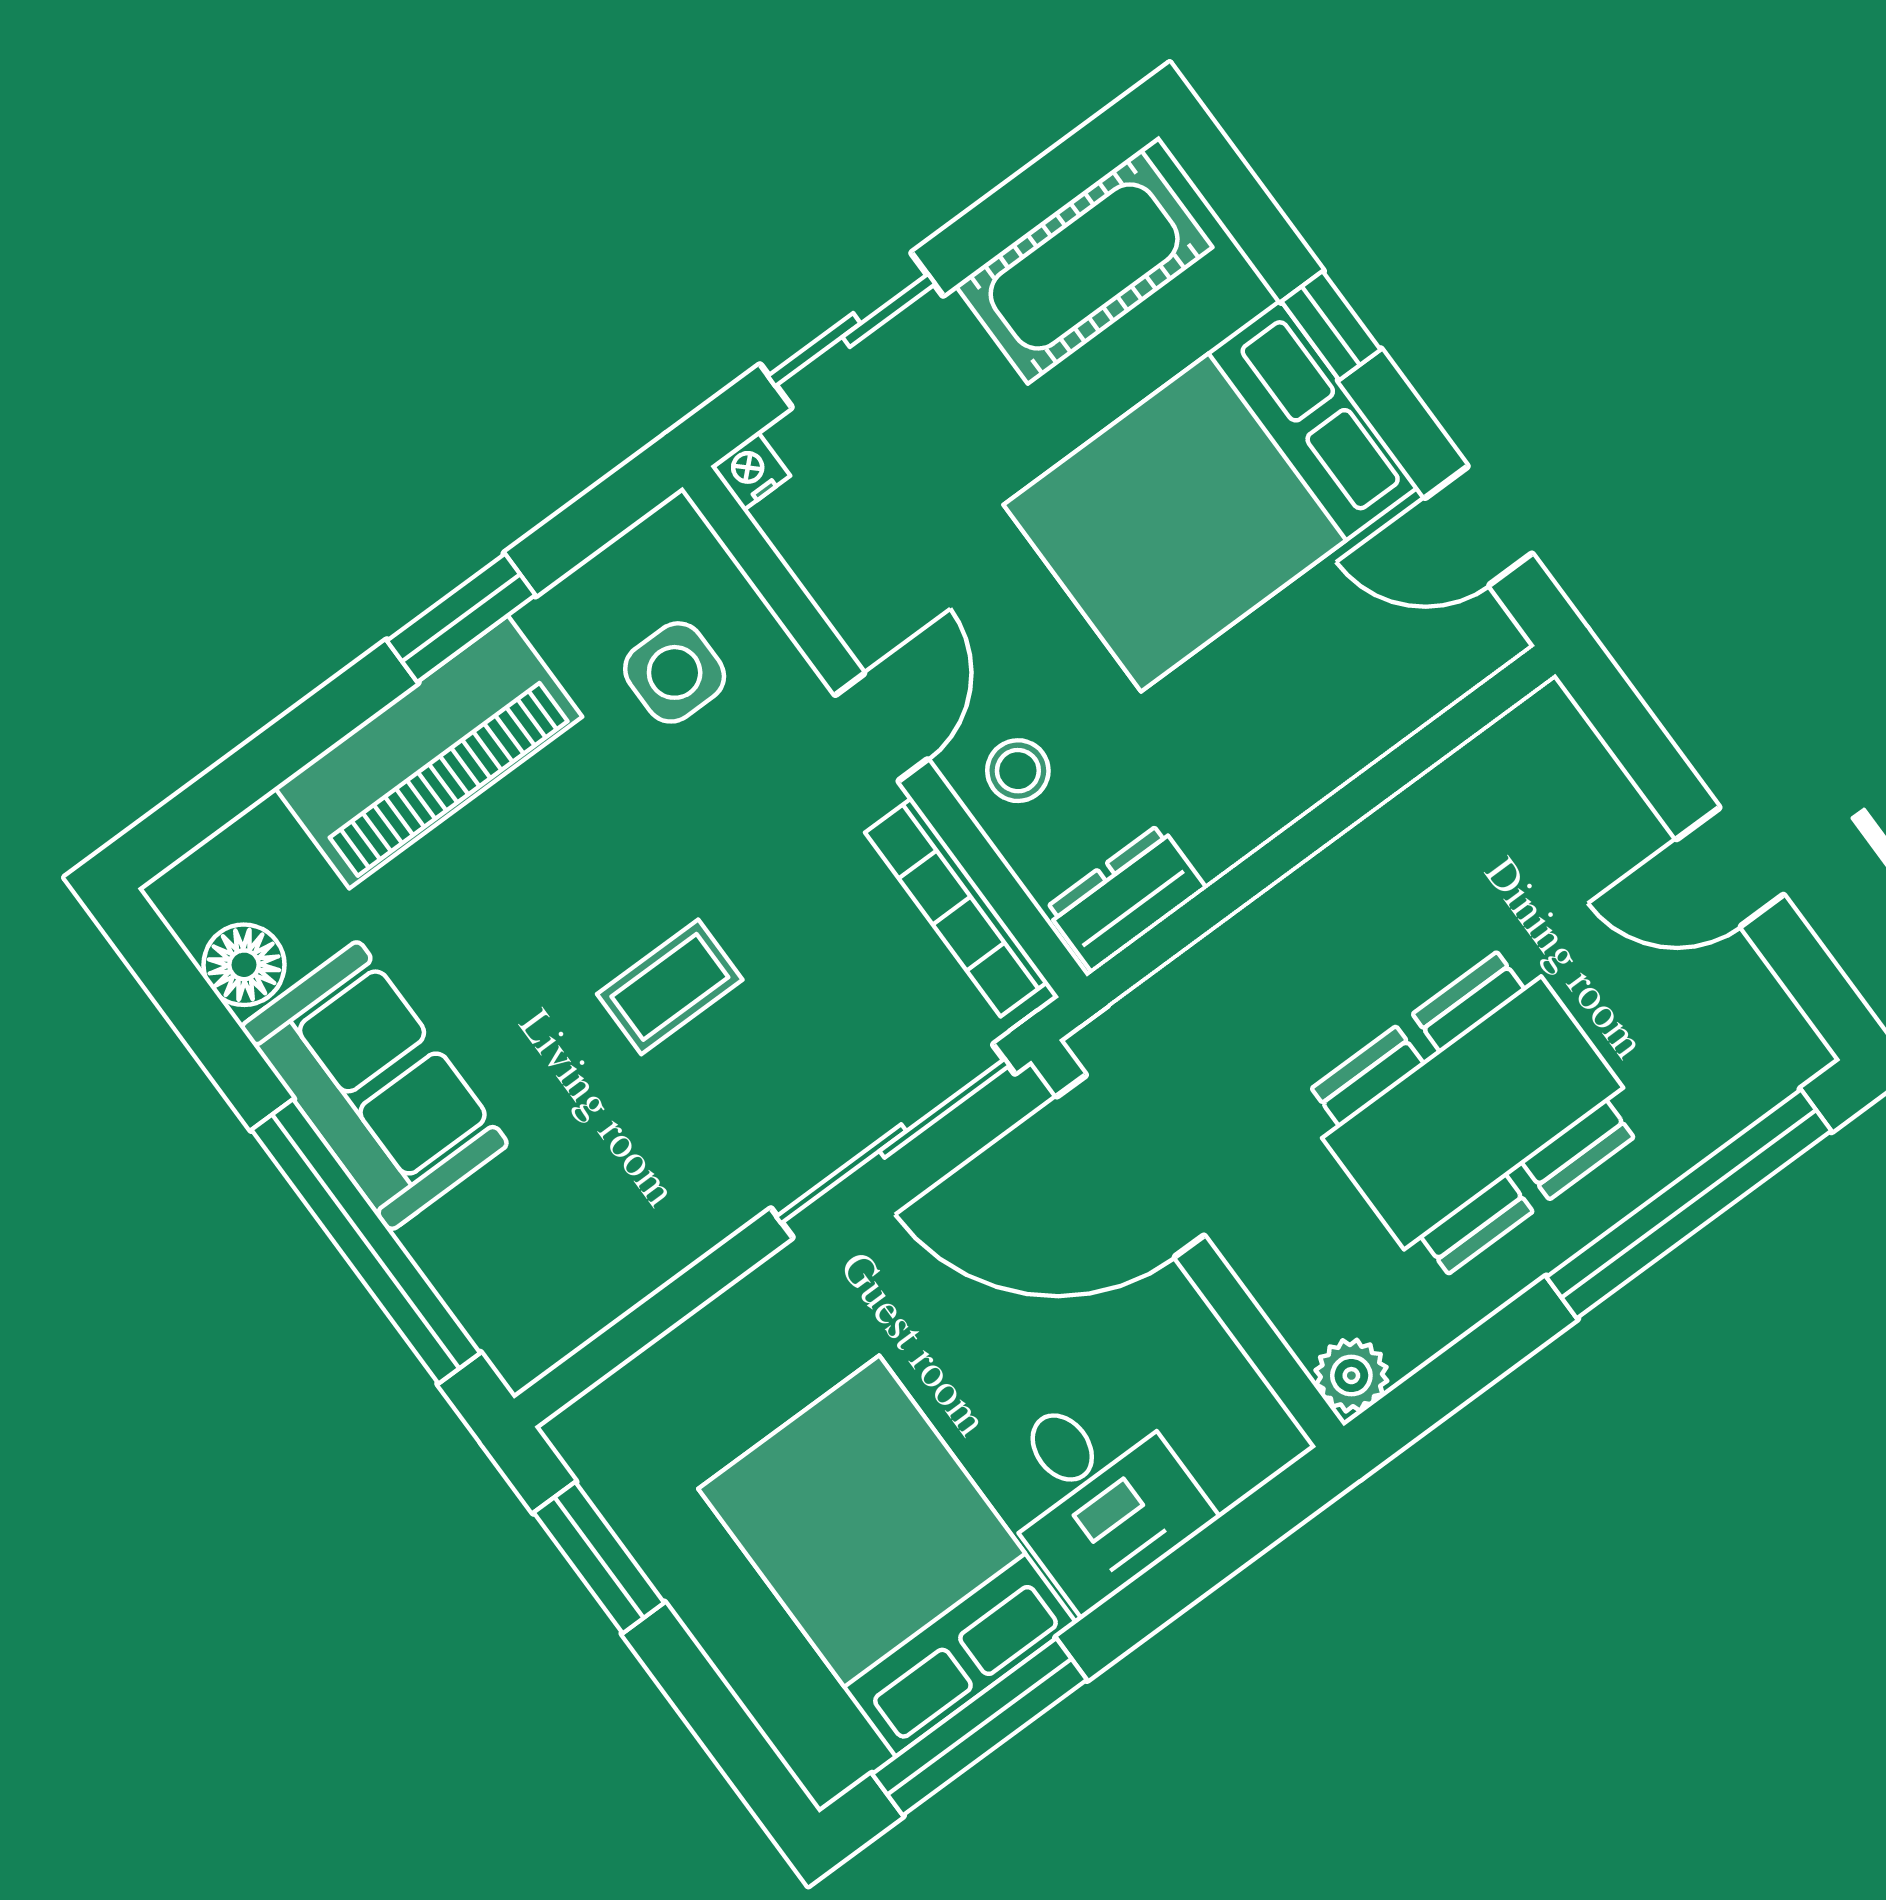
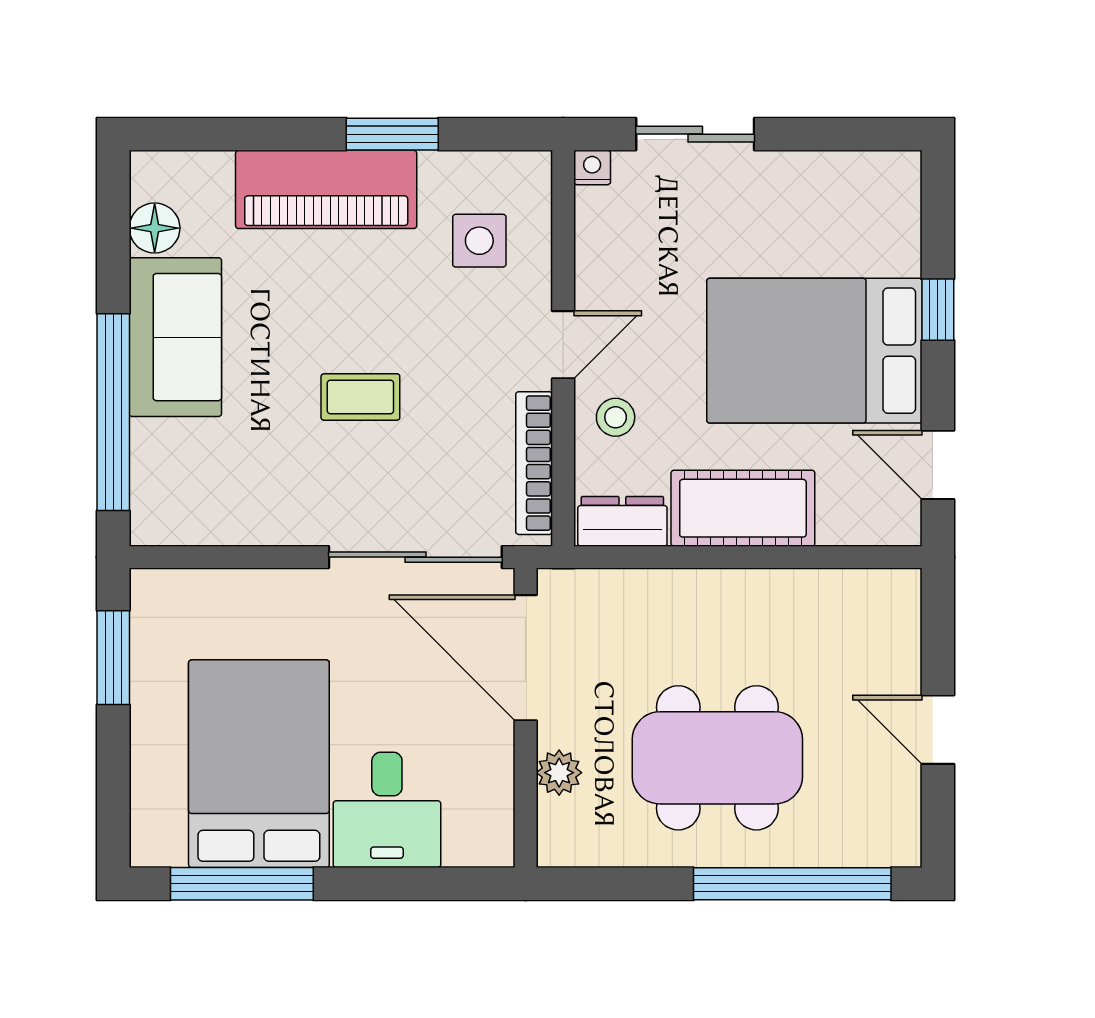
cot: (1084, 266) -> (743, 508), moved
plant: (1351, 1376) -> (559, 773), moved

